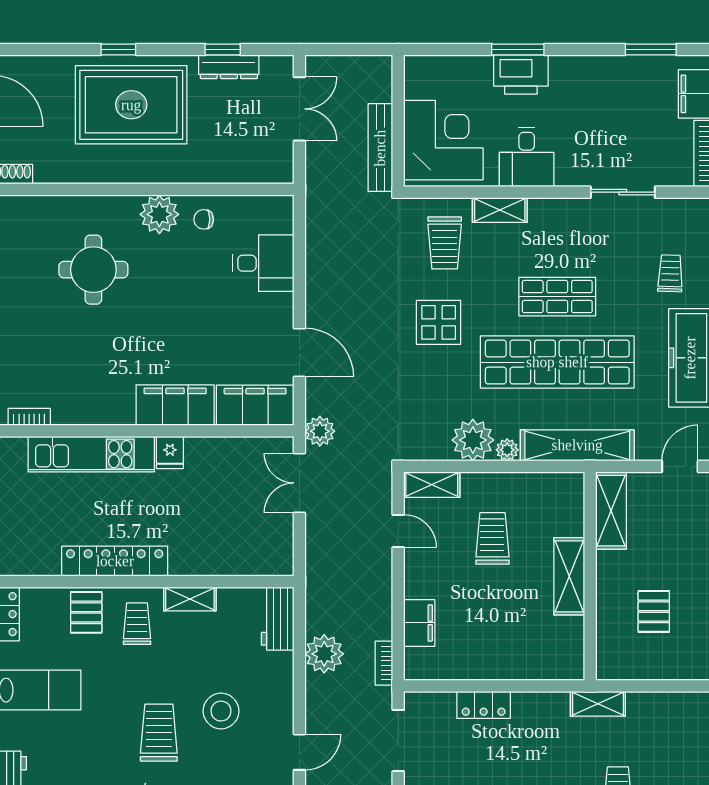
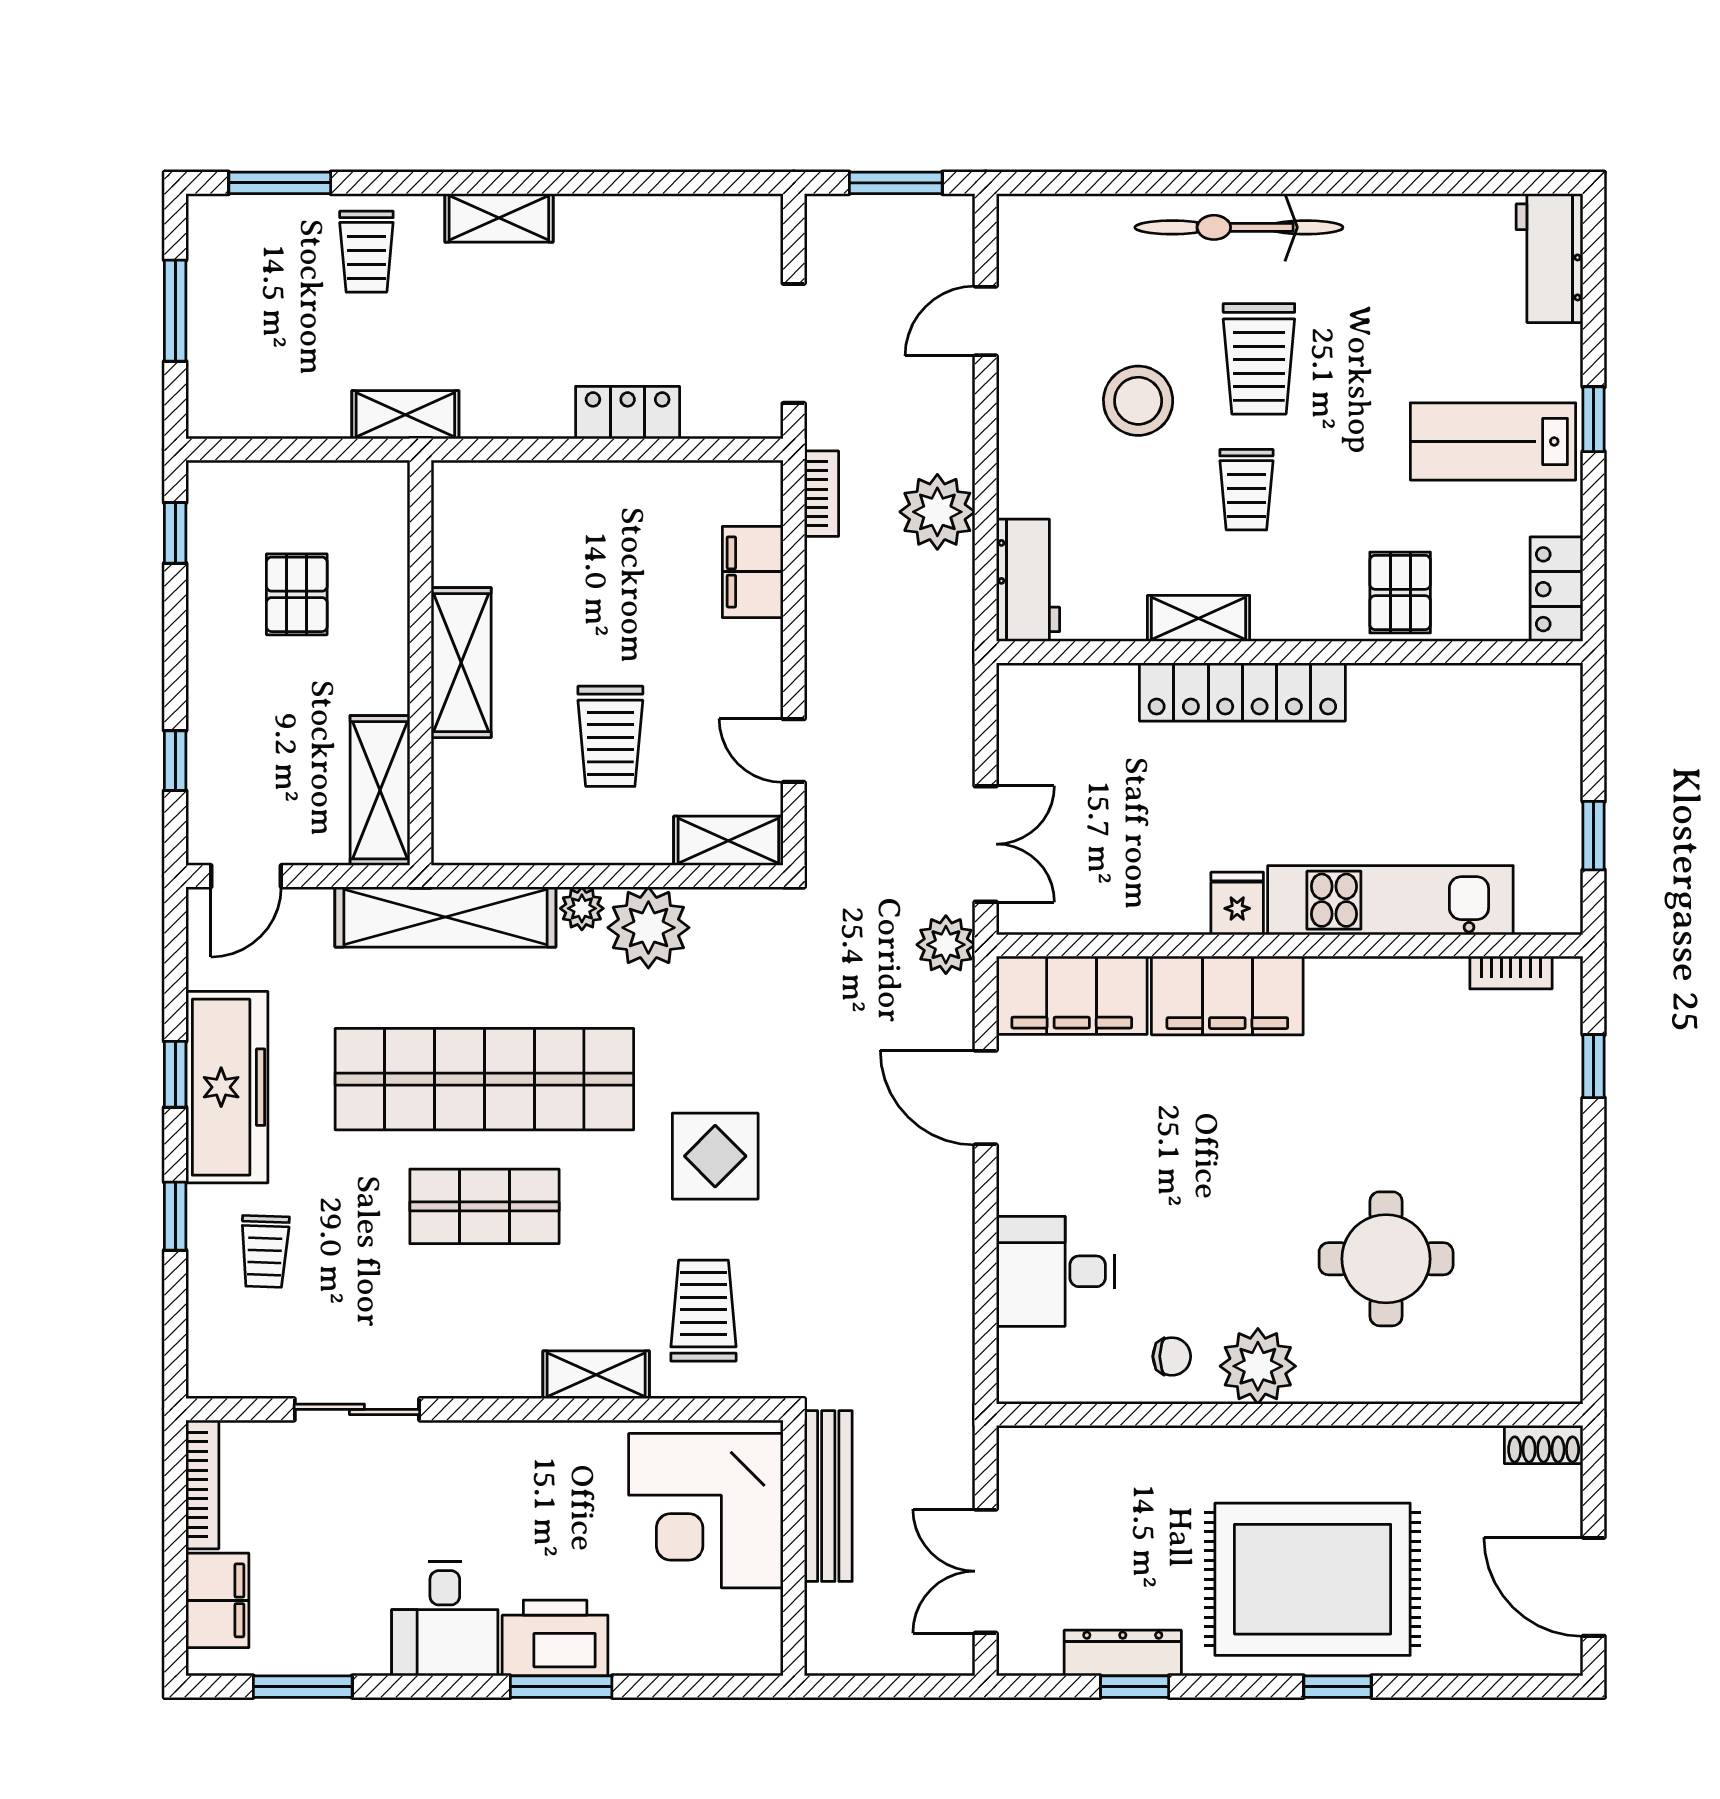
desk: (527, 157) -> (445, 1619), moved, turned 180
locker: (115, 561) -> (1242, 692), moved
trolley: (137, 624) -> (1246, 490), moved

